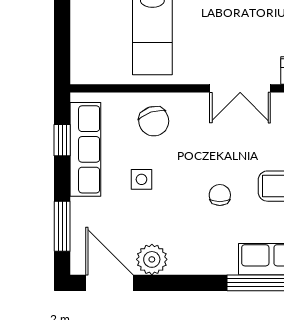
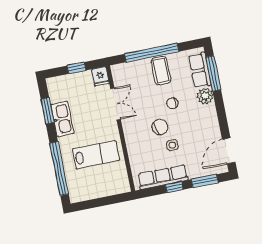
chair: (154, 121) -> (160, 127), moved
window: (62, 140) -> (174, 187), moved
plant: (152, 259) -> (205, 96), moved

